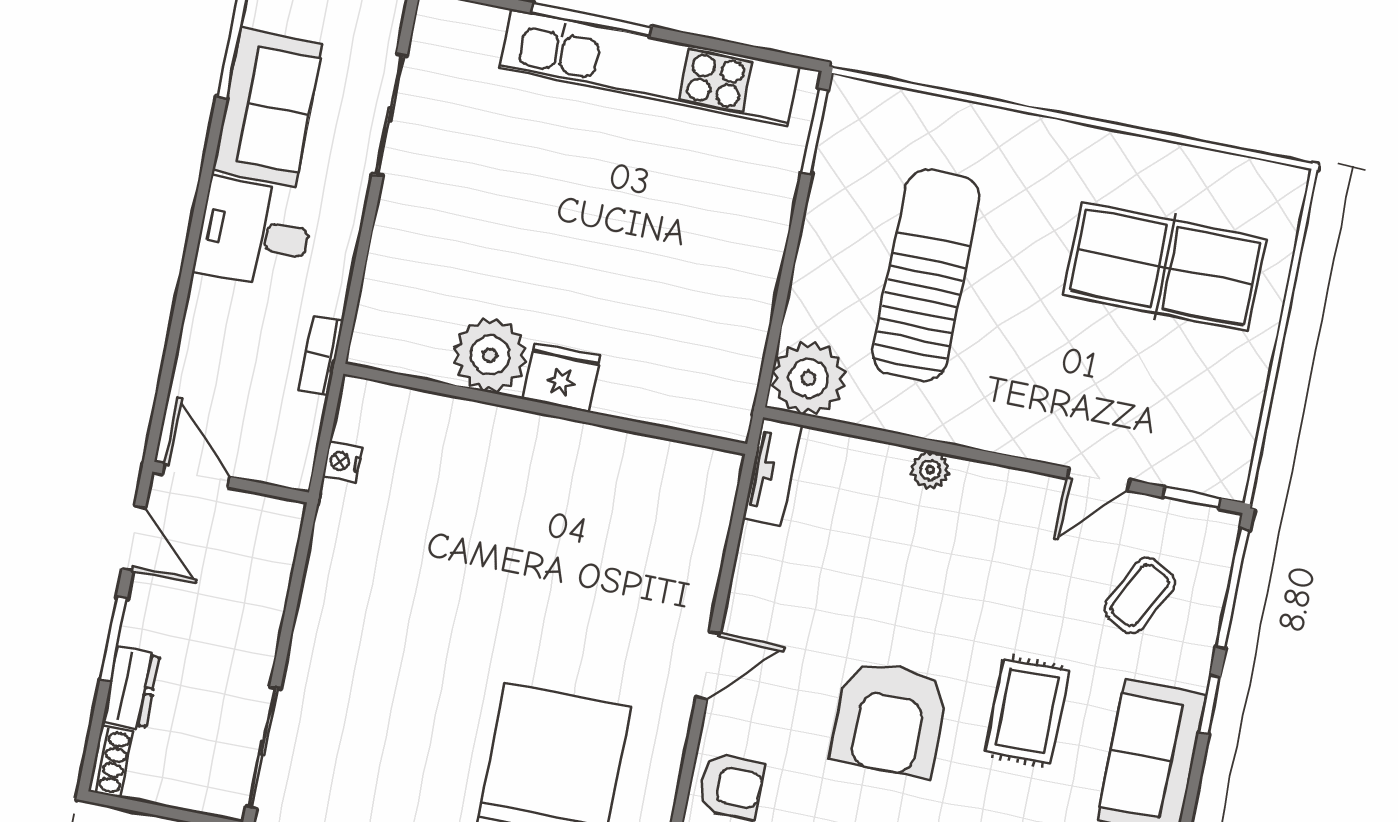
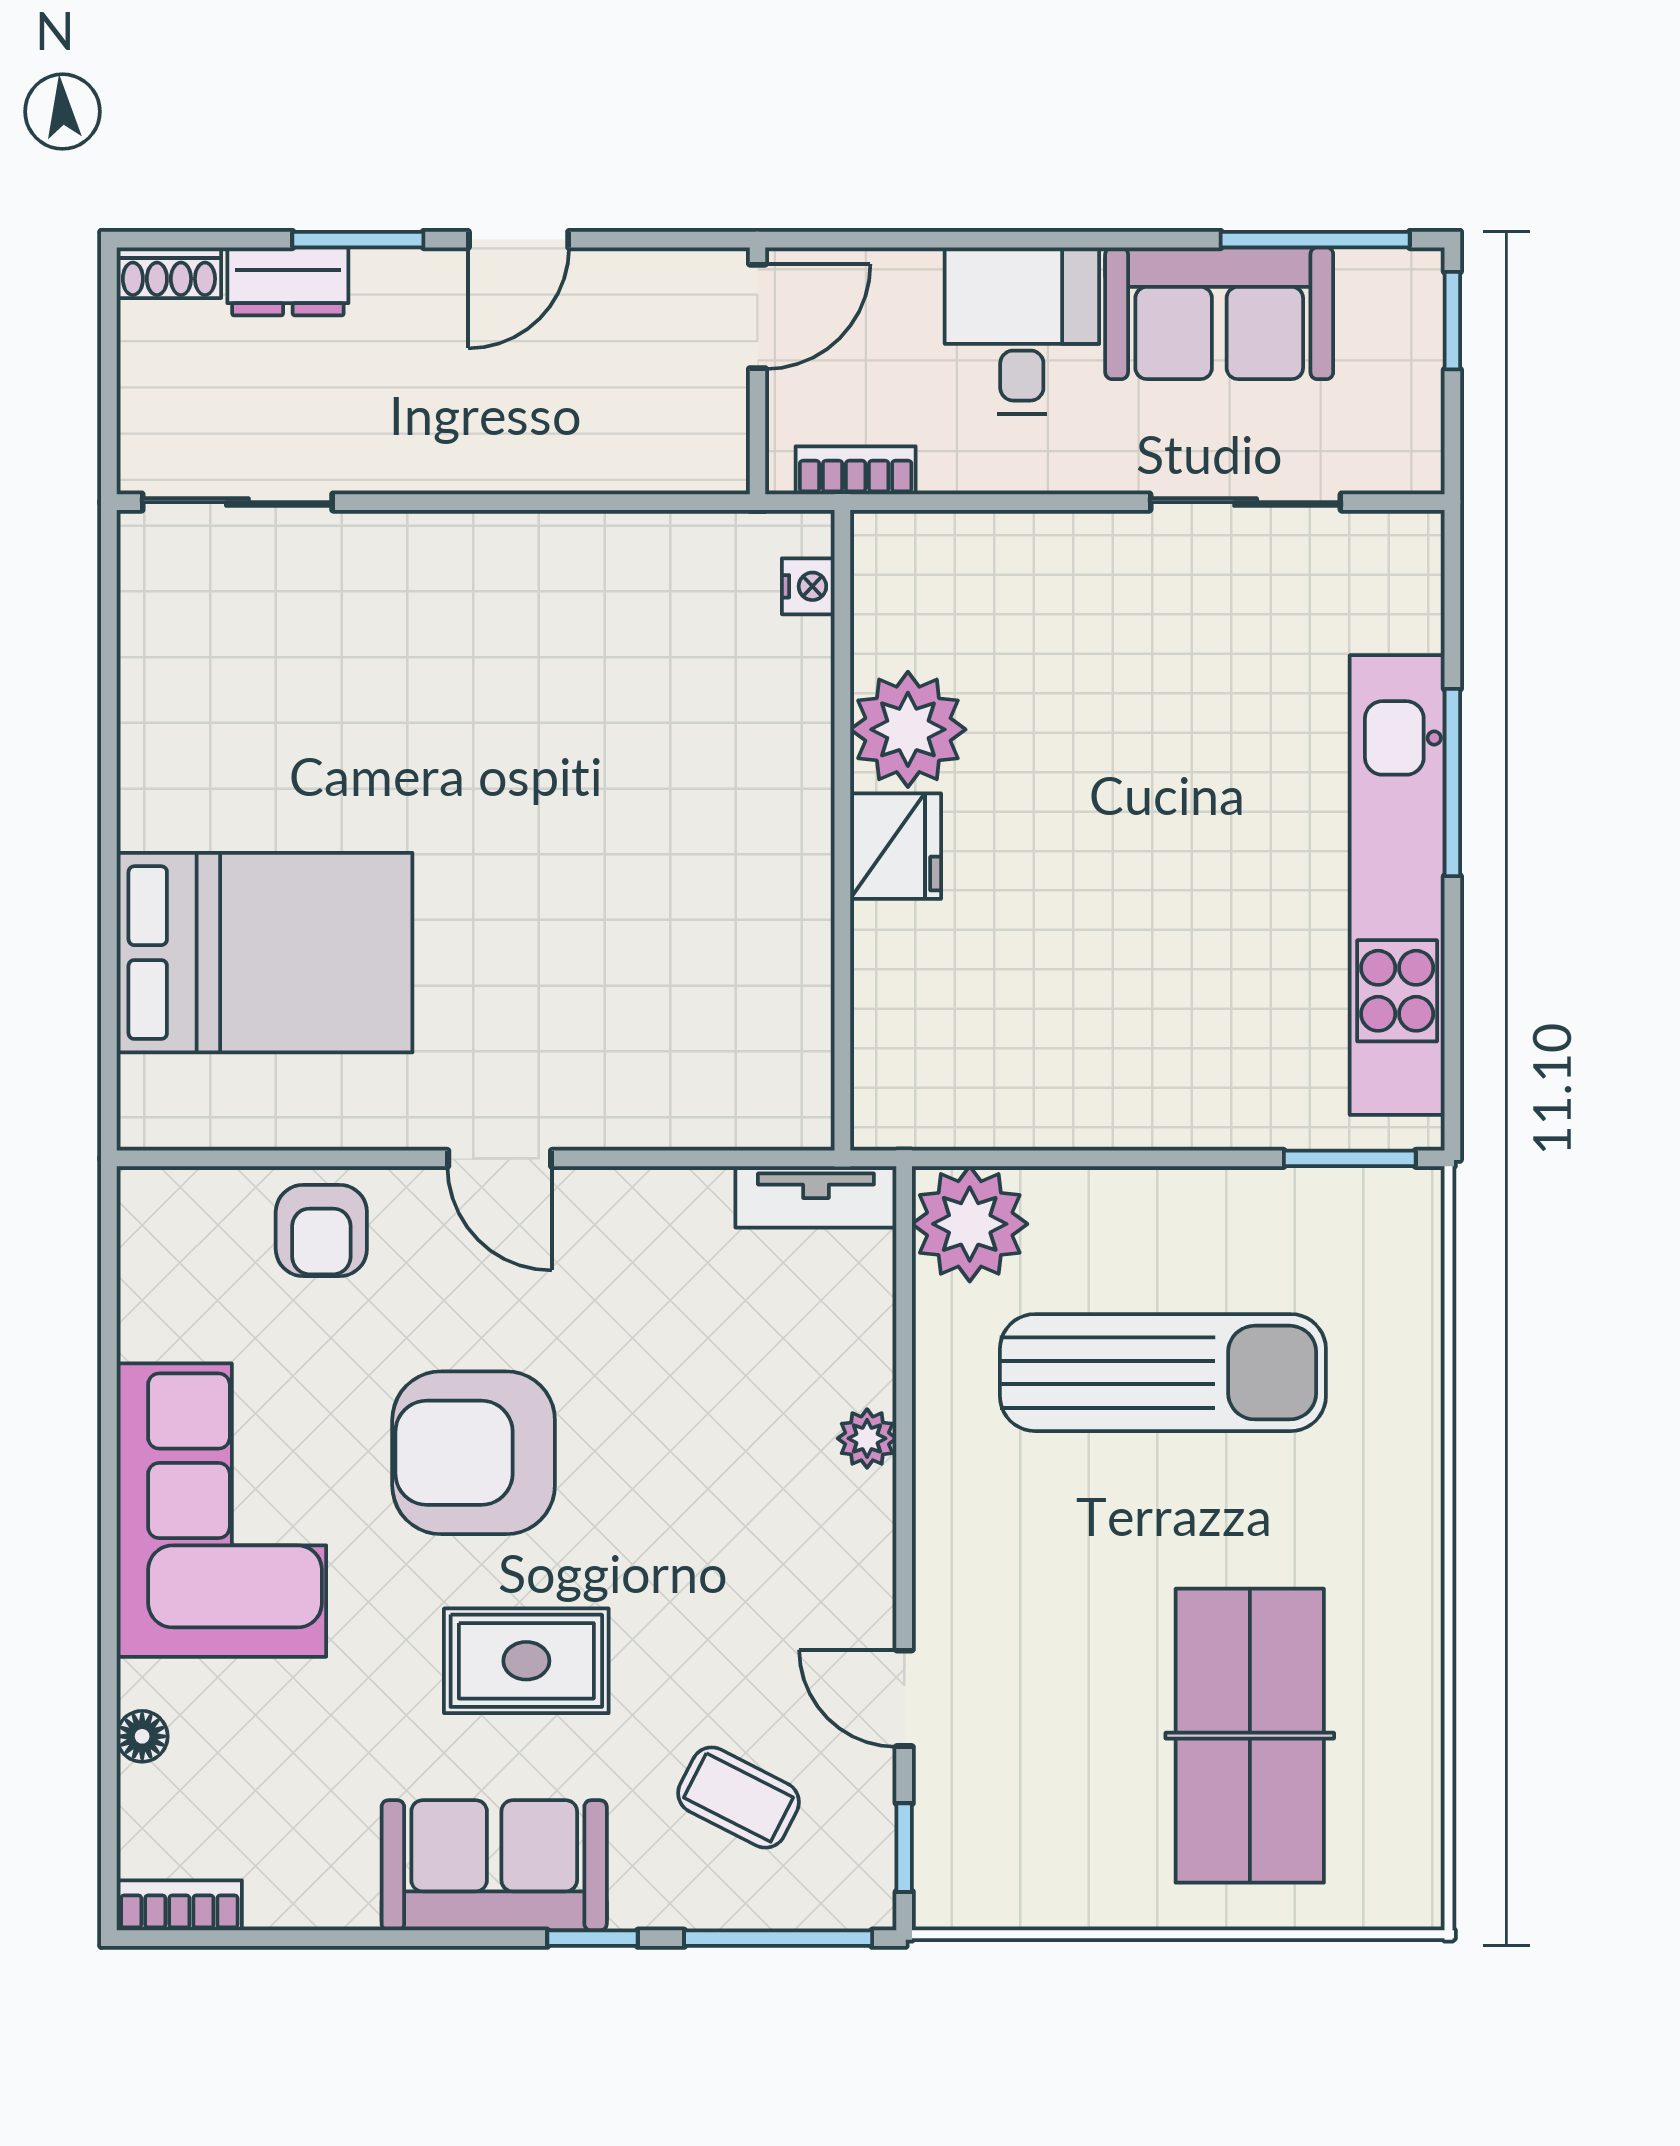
nightstand: (343, 462) -> (808, 586), moved, turned 90
door: (196, 475) -> (757, 316), moved
wall: (231, 482) -> (757, 371), moved

